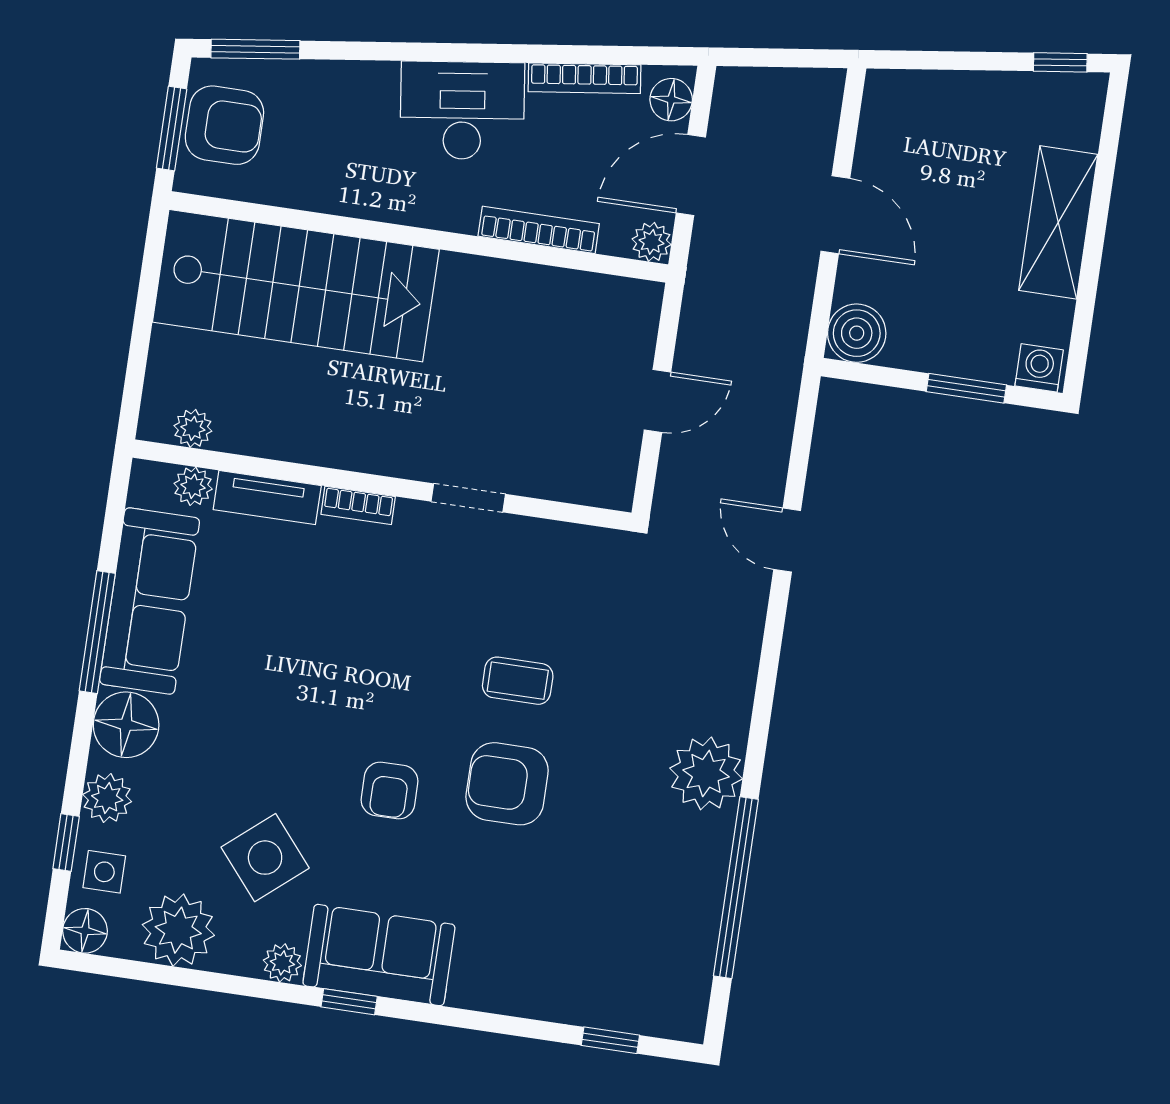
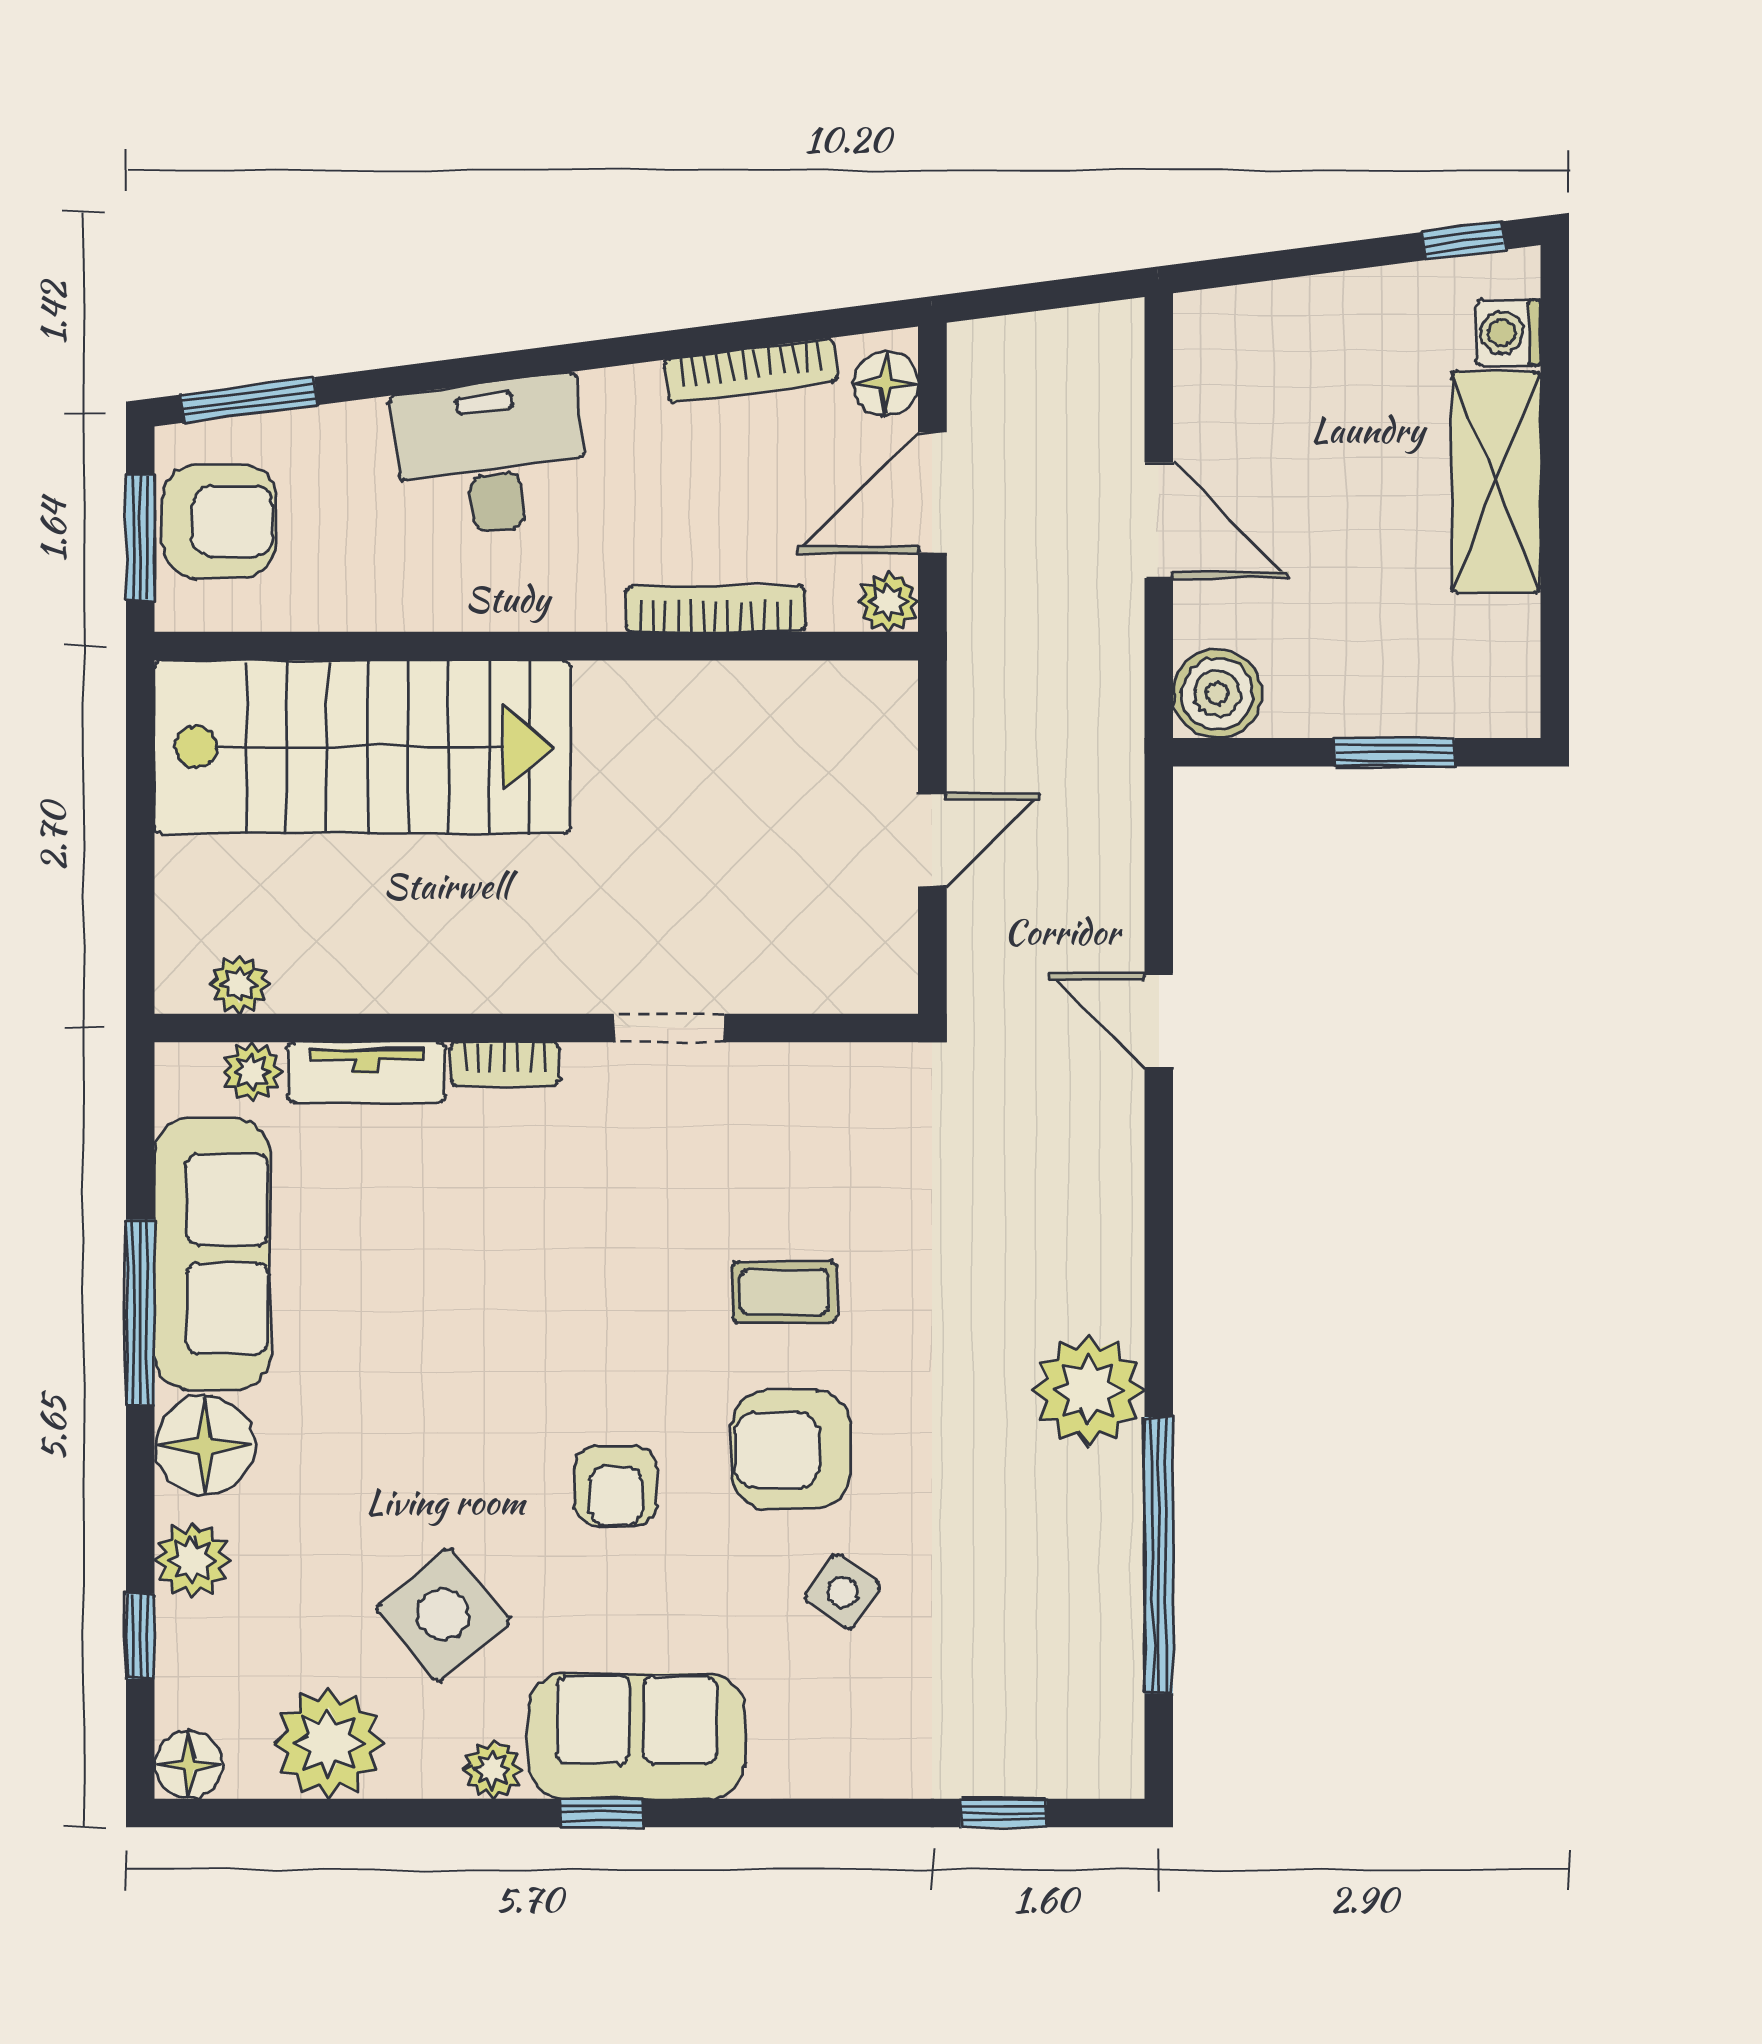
desk: (462, 110) -> (491, 457), moved
washing machine: (1039, 368) -> (1508, 333), moved, turned -90
side table: (104, 872) -> (843, 1592), moved, turned 34

